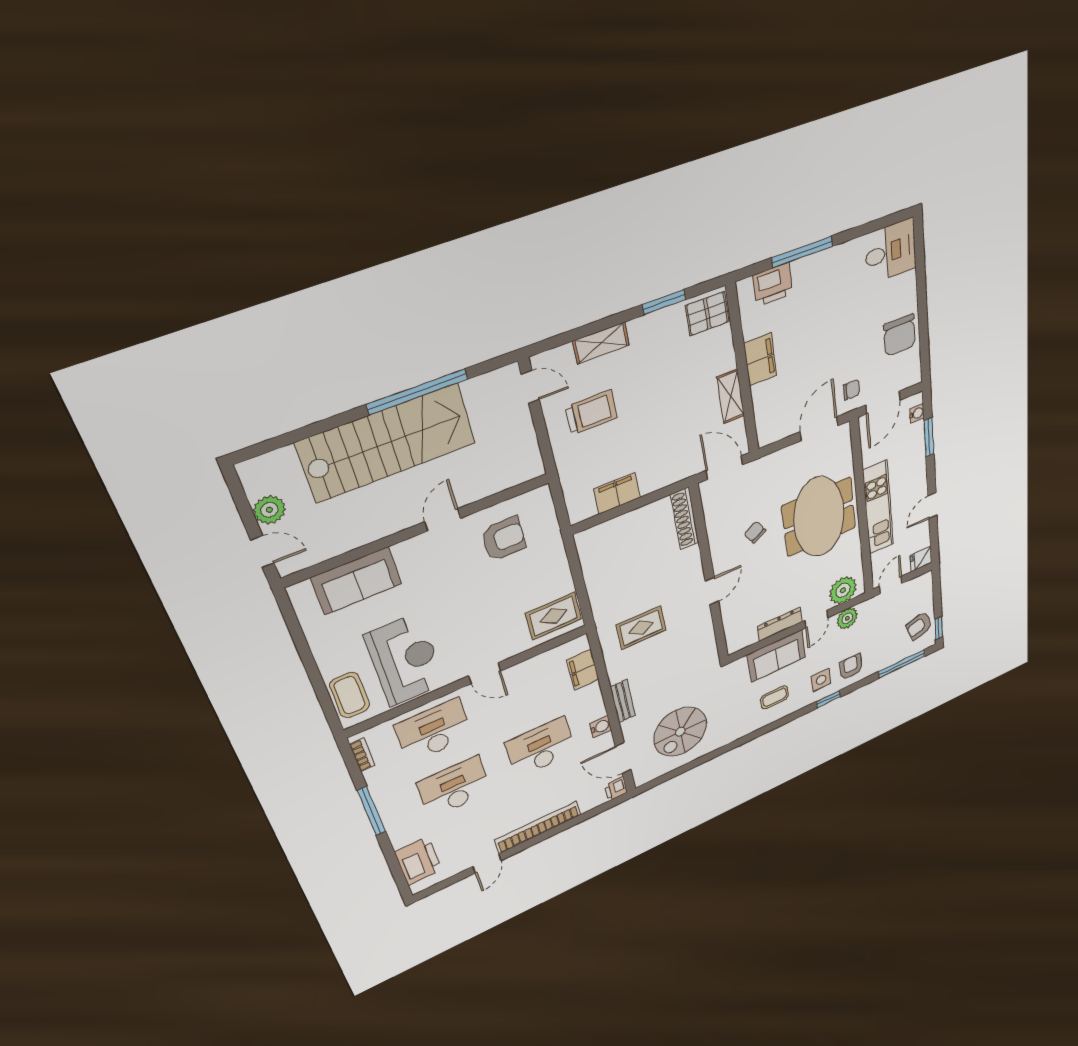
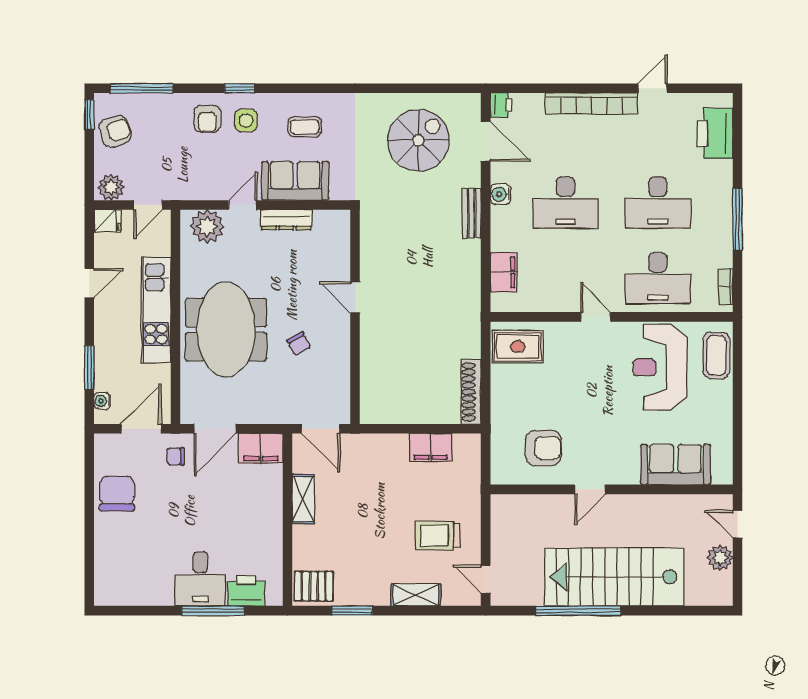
desk: (890, 251) -> (200, 579), moved, turned -90
filing cabinet: (760, 359) -> (261, 448), moved, turned -90
shoe rack: (685, 519) -> (471, 392), moved, turned 180
armchair: (504, 539) -> (543, 448), turned 180
door: (712, 591) -> (355, 297), hinge flipped
plant: (847, 618) -> (111, 187), moved
rug: (641, 628) -> (436, 291), removed

